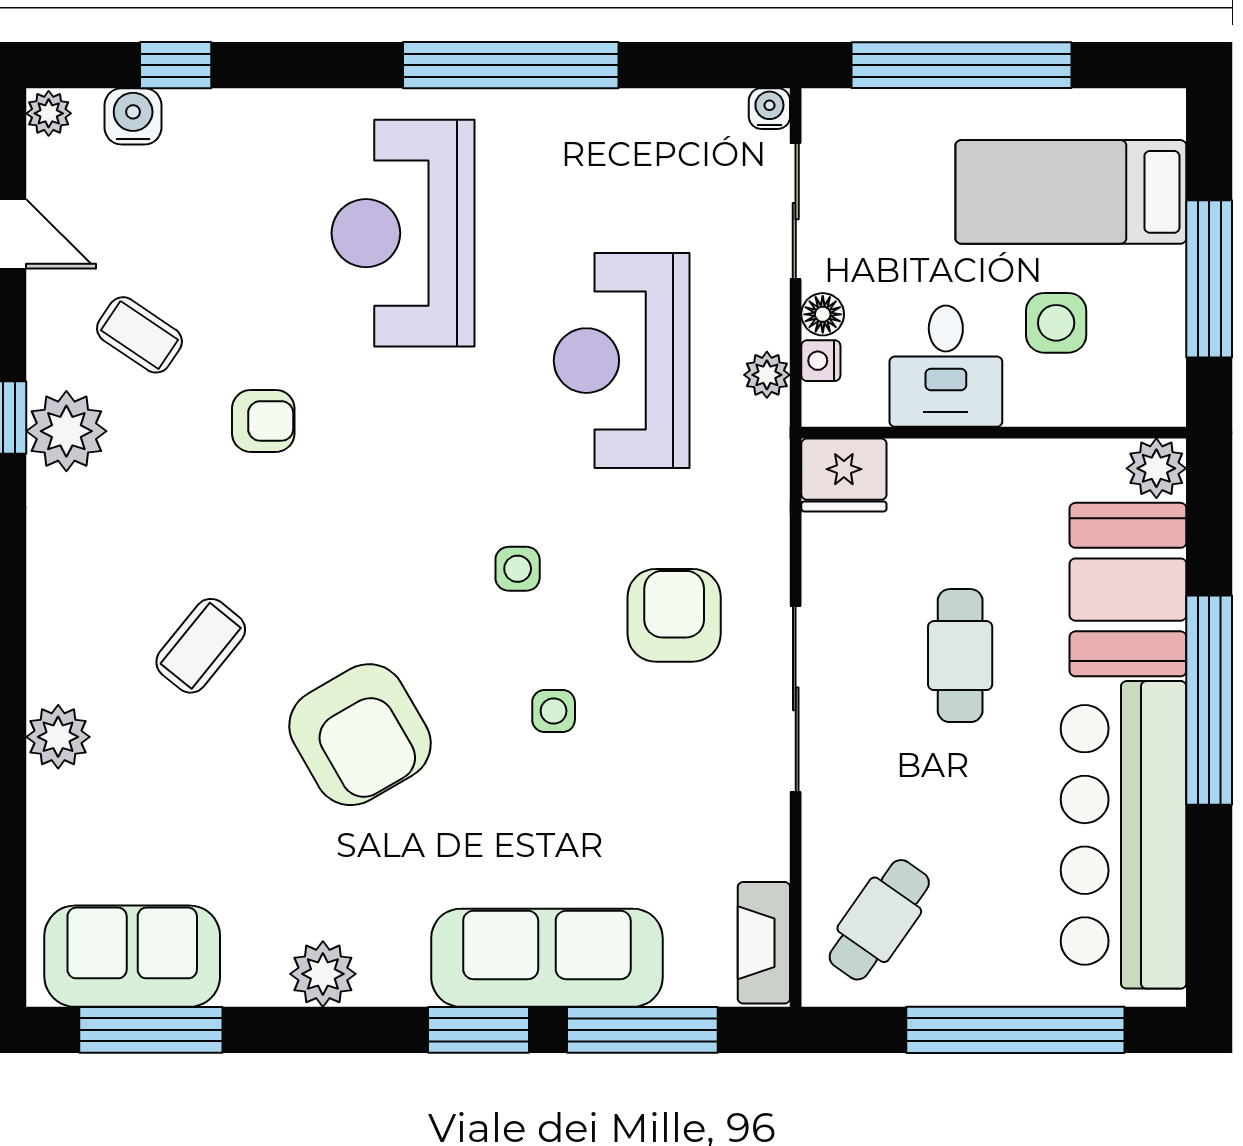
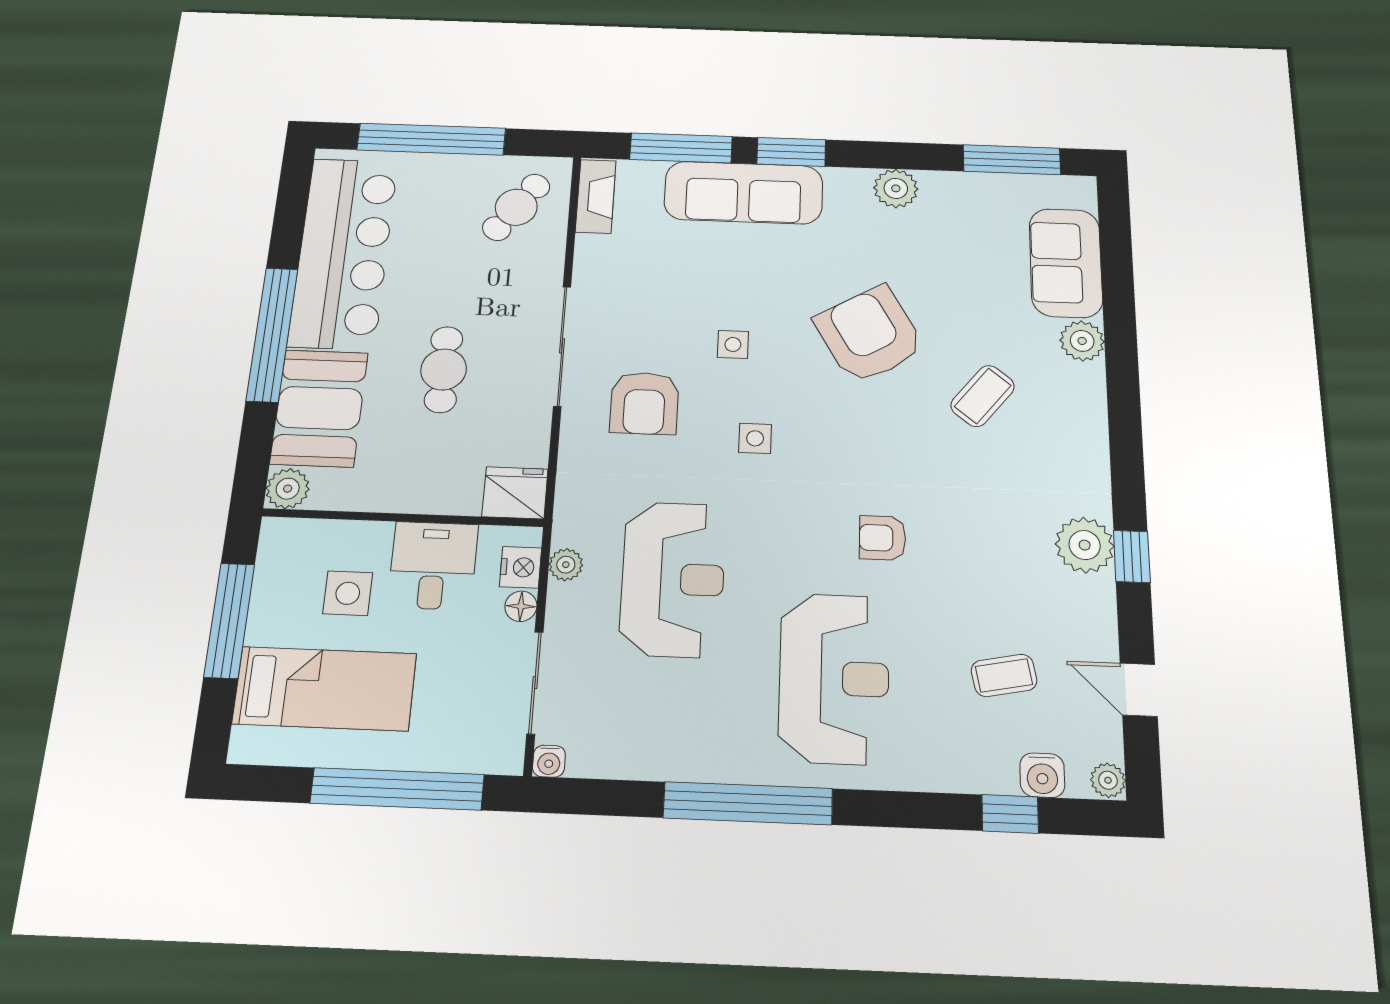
coffee table: (139, 335) -> (1004, 675), moved, turned -45
nightstand: (821, 361) -> (521, 567), width x1.39, depth x1.35
armchair: (263, 421) -> (883, 538), moved
sofa: (132, 956) -> (1066, 263), moved, turned 90

